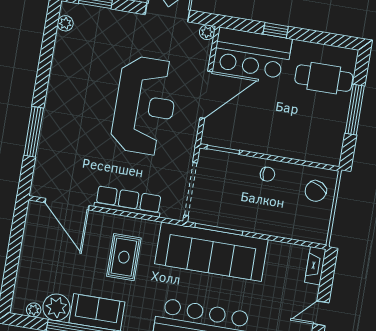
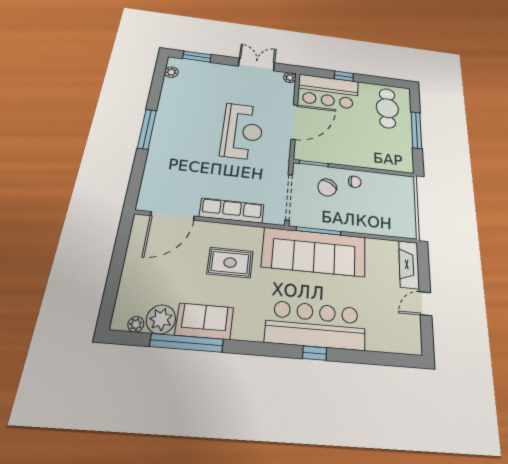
cafe table: (324, 78) -> (387, 108), turned 90
reception desk: (145, 106) -> (242, 131), width x0.74, depth x0.77
window: (34, 132) -> (147, 129), moved
chair: (316, 191) -> (327, 188), moved
door: (67, 204) -> (172, 216), hinge flipped
rug: (124, 257) -> (230, 263), turned 90
fireplace: (315, 266) -> (409, 265), width x1.37, depth x1.32

